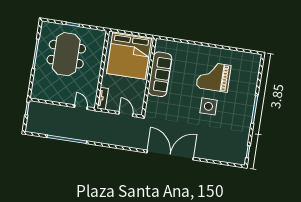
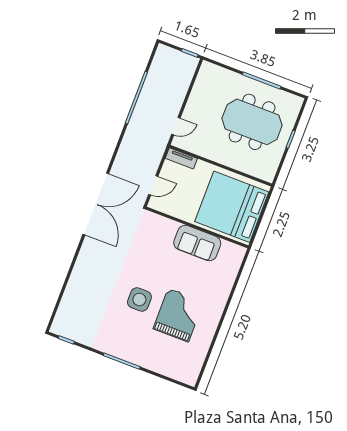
sofa: (160, 74) -> (197, 243), width x0.73
double door: (170, 155) -> (96, 204), moved

